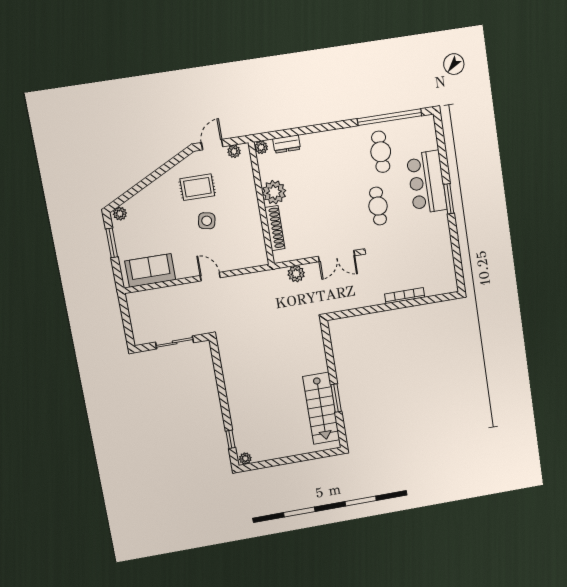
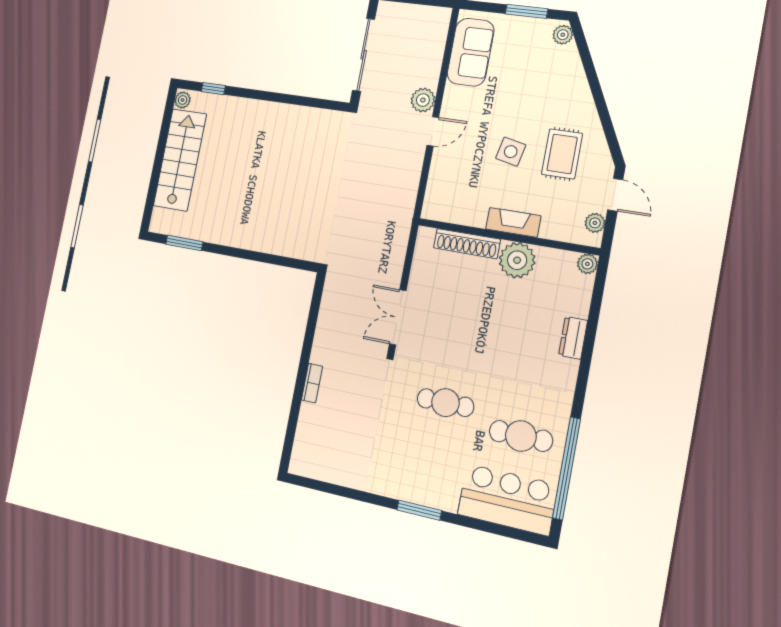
dresser: (287, 144) -> (573, 338), moved
bar counter: (427, 182) -> (507, 500), moved
fireplace: (251, 203) -> (513, 222), added
plant: (296, 274) -> (423, 100), moved
bookcase: (405, 296) -> (312, 383), width x0.64
sliding door: (175, 342) -> (364, 55), width x1.37
window: (336, 398) -> (184, 243), moved
stairs: (321, 408) -> (180, 160), moved, turned 90

